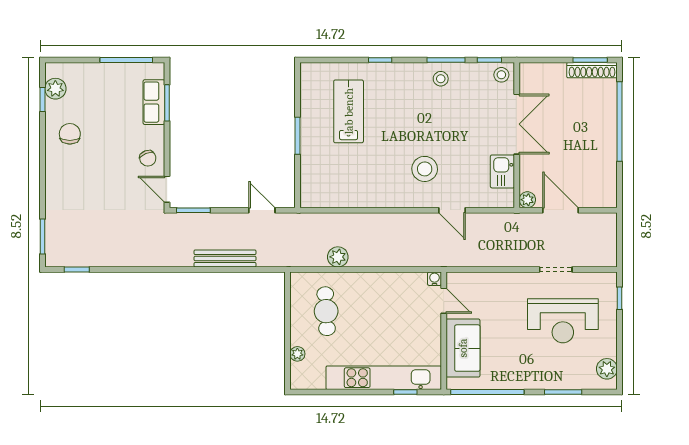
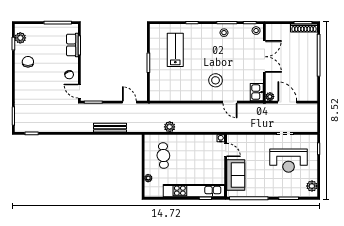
kitchen sink: (502, 171) -> (257, 92), moved

